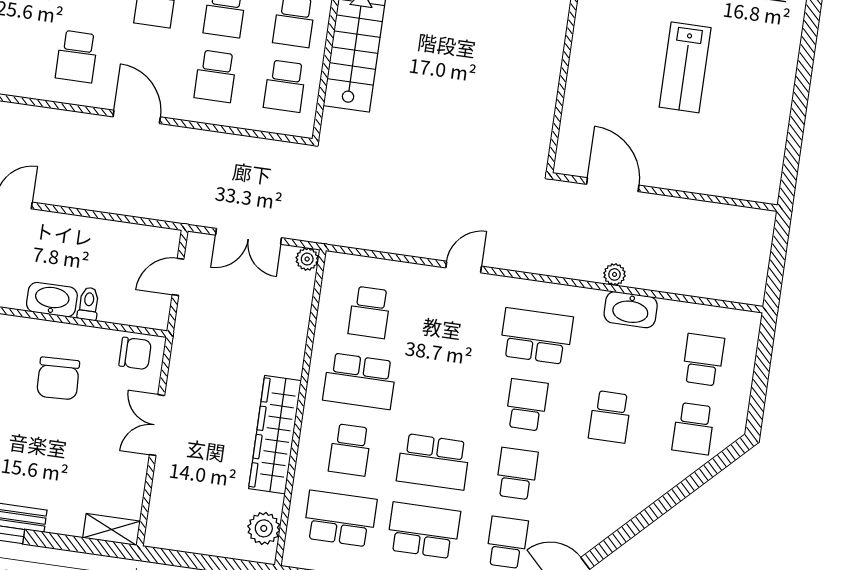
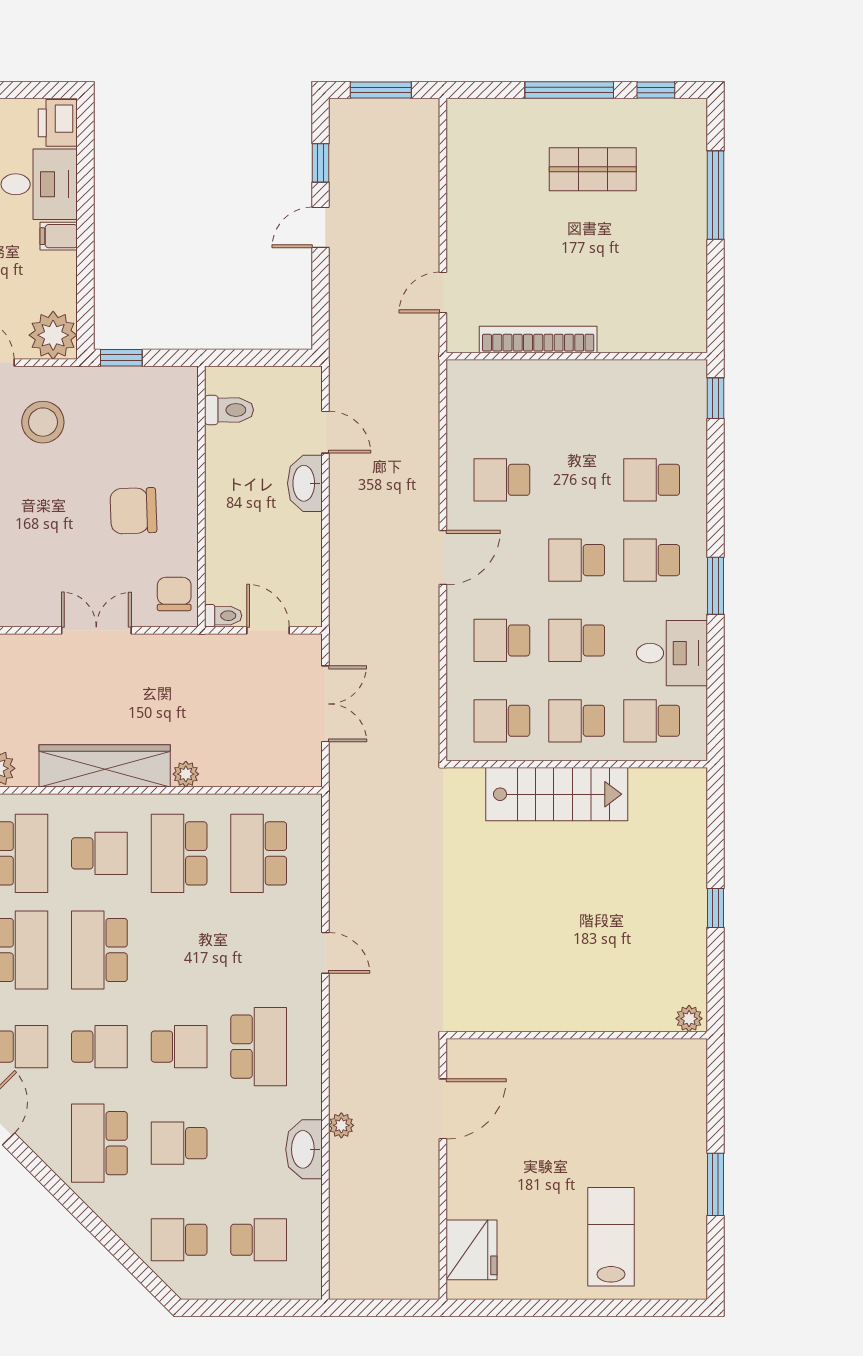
lab bench: (685, 67) -> (611, 1237), moved, turned 90
fridge: (738, 177) -> (472, 1250), added
double door: (249, 236) -> (325, 704), swing flipped
plant: (307, 259) -> (186, 774), moved
washbasin: (52, 300) -> (305, 483), moved, turned 180
toilet: (89, 304) -> (223, 616), moved
school desk: (369, 312) -> (259, 853), width x1.85
chair: (135, 353) -> (174, 594), turned 180
school desk: (350, 450) -> (99, 853), turned 180
school desk: (600, 485) -> (99, 1143), added

